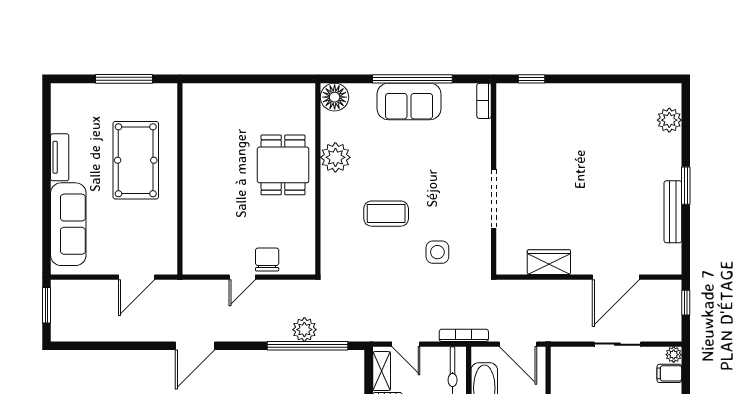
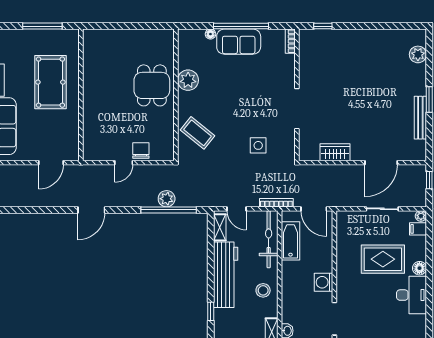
floor lamp: (335, 97) -> (210, 34), moved, width x0.53, depth x0.53
coffee table: (386, 214) -> (198, 133), moved, turned 39

